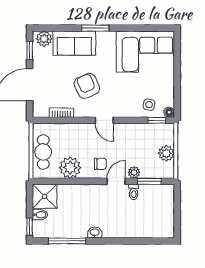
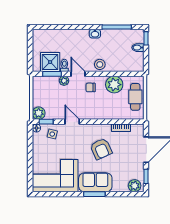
sofa: (74, 43) -> (95, 182), moved
door: (104, 120) -> (72, 122), moved
plant: (166, 153) -> (39, 113), moved
door: (116, 181) -> (78, 74), swing flipped
stool: (88, 193) -> (100, 64), added
shower: (45, 196) -> (50, 62), moved

